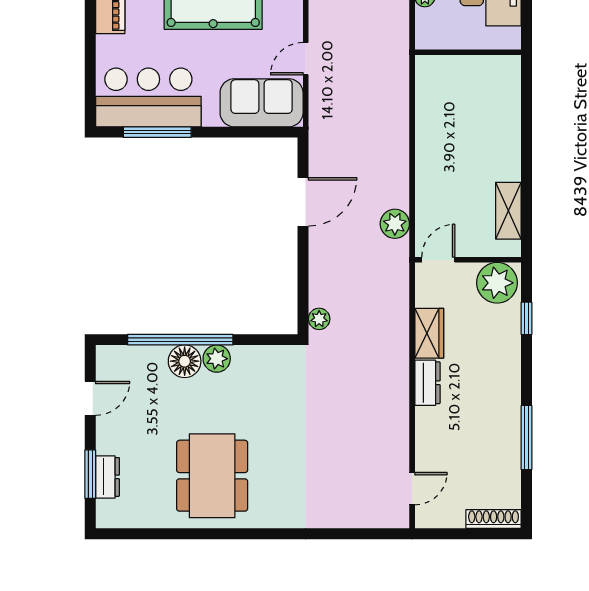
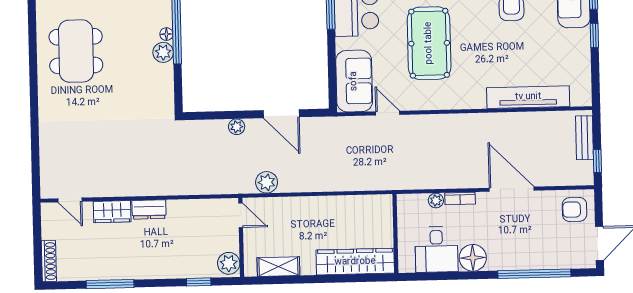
wardrobe: (504, 107) -> (355, 262), added
plant: (497, 283) -> (229, 263), width x0.73, depth x0.73
plant: (319, 319) -> (237, 127), moved
wardrobe: (429, 333) -> (112, 212), moved
floor lamp: (185, 361) -> (166, 34), width x0.53, depth x0.53
dining table: (212, 476) -> (76, 51), turned 90

